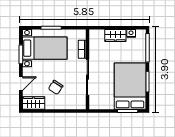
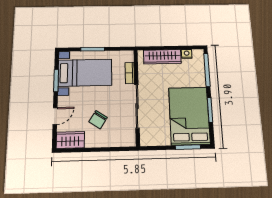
wardrobe: (115, 36) -> (162, 57), width x1.50

